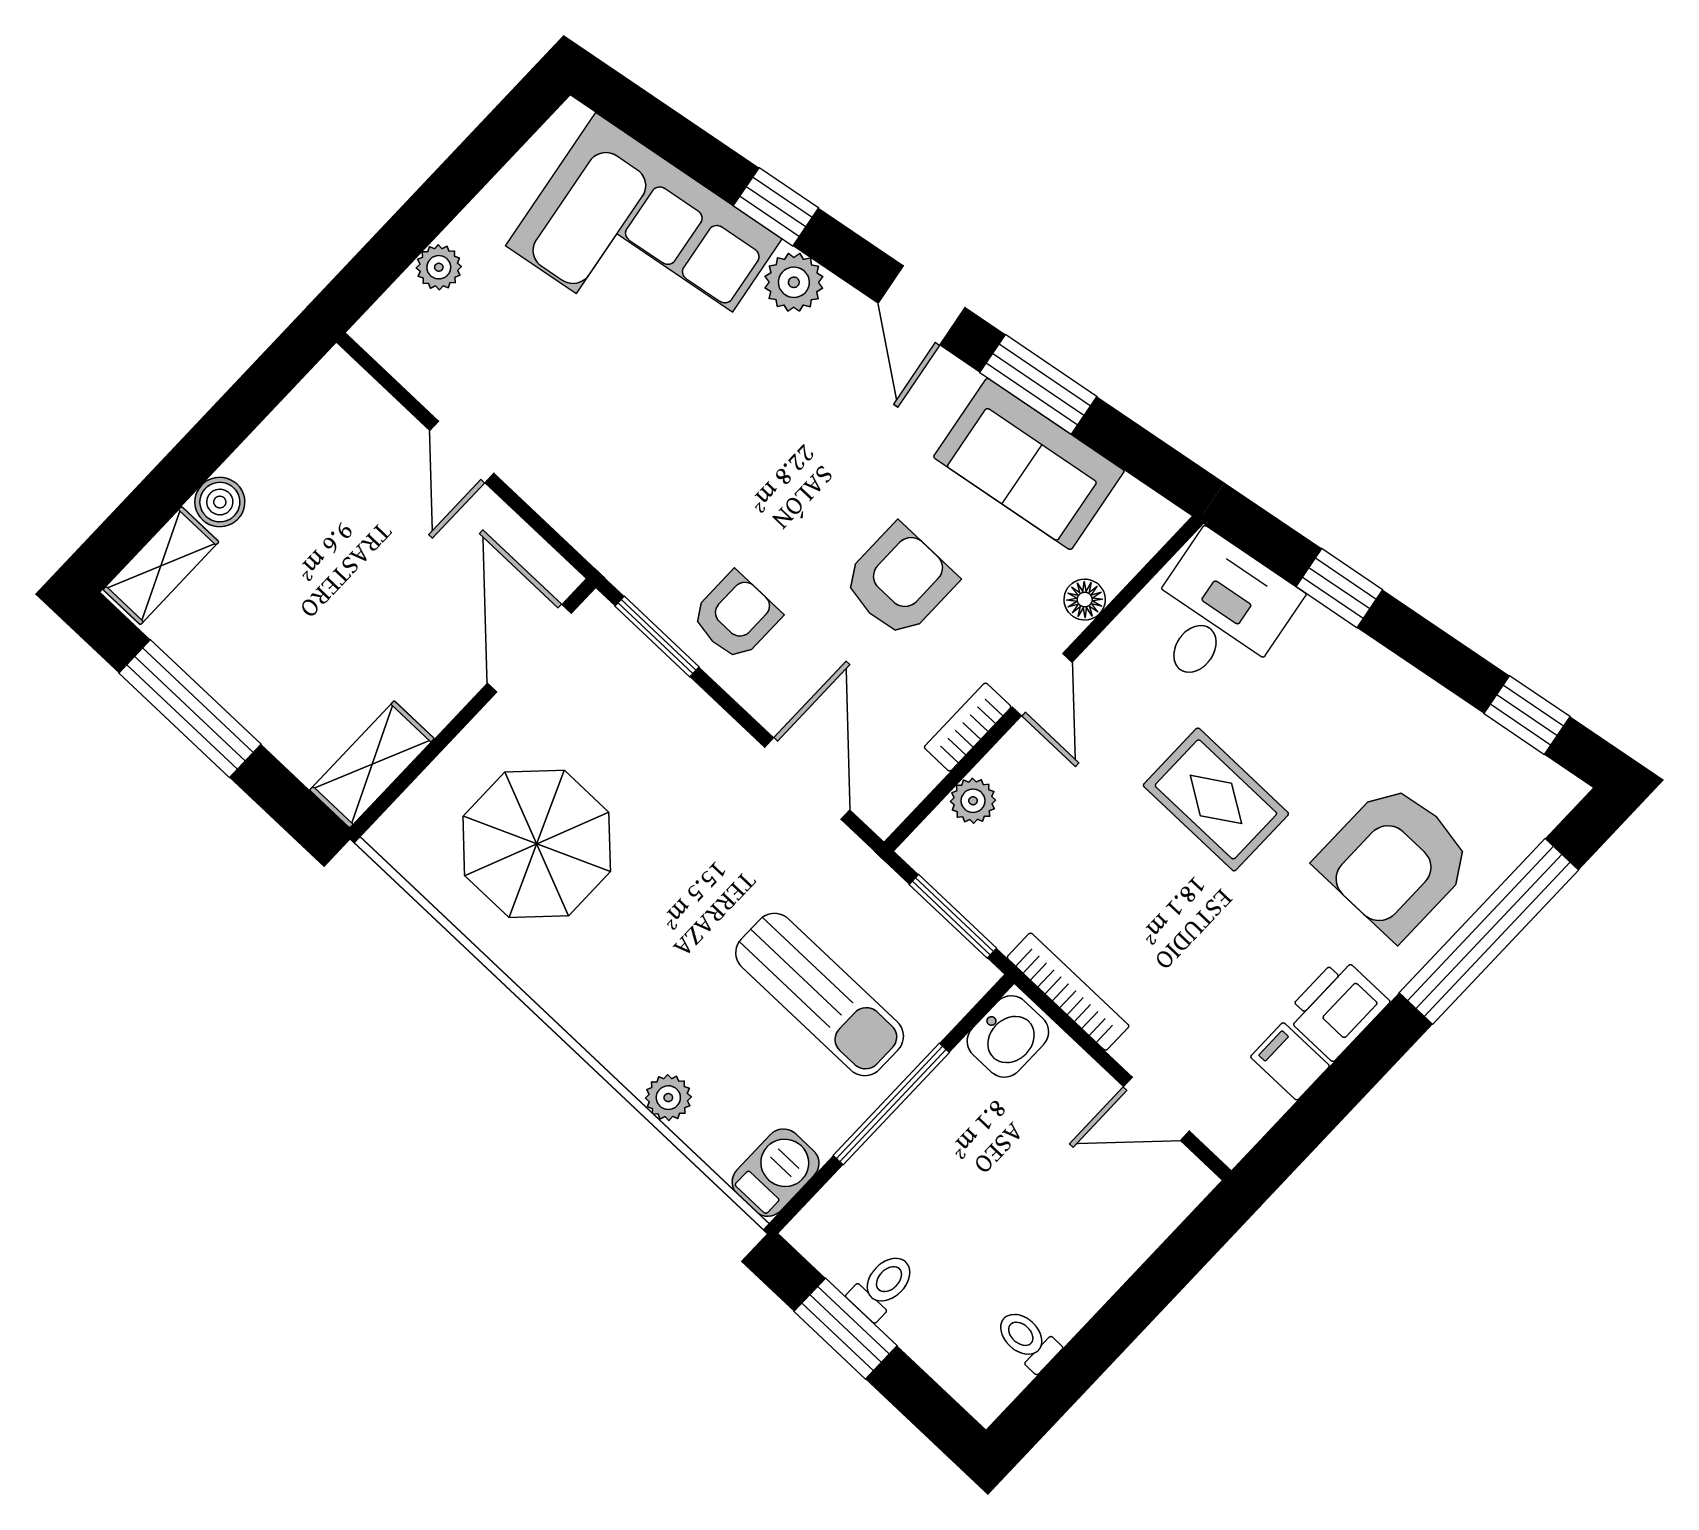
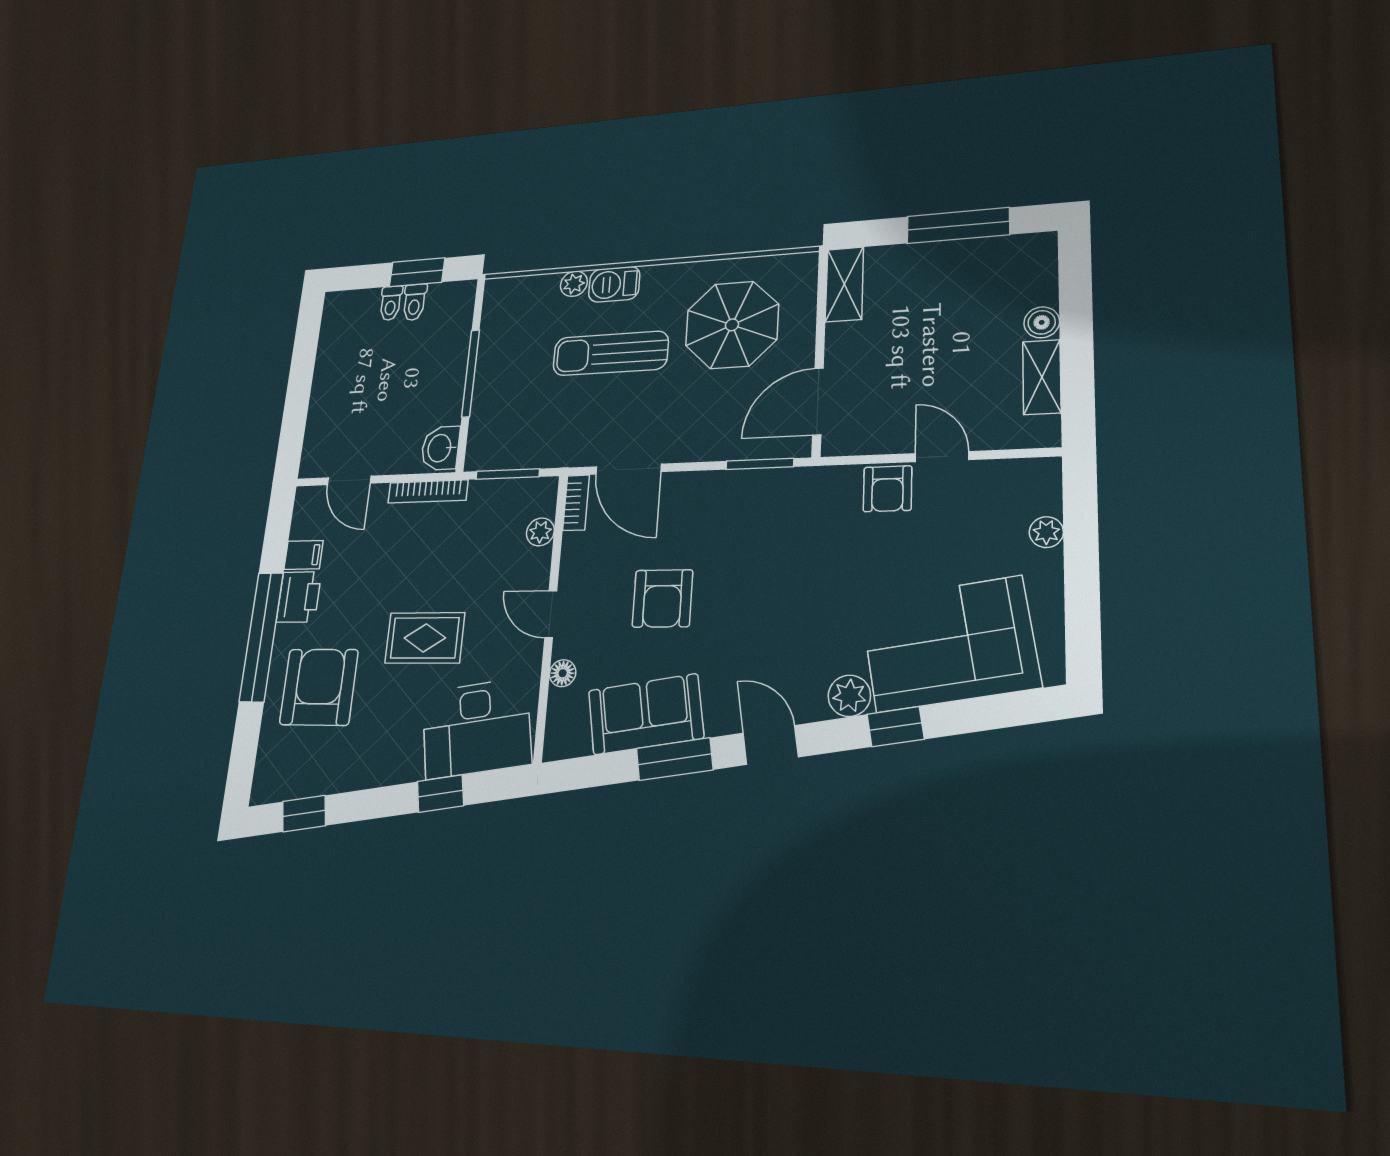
shelving: (161, 566) -> (1042, 377), moved
desk: (1218, 615) -> (476, 728), width x1.37
armchair: (736, 616) -> (888, 489), moved
door: (529, 648) -> (818, 402), swing flipped
bookcase: (968, 727) -> (576, 503), moved
window: (1489, 931) -> (261, 637), moved
sun lounger: (820, 995) -> (610, 353), moved
door: (1156, 1109) -> (349, 480), swing flipped
barbecue: (776, 1173) -> (614, 284), moved, turned 90
toilet: (1027, 1340) -> (391, 303), moved, turned 90

